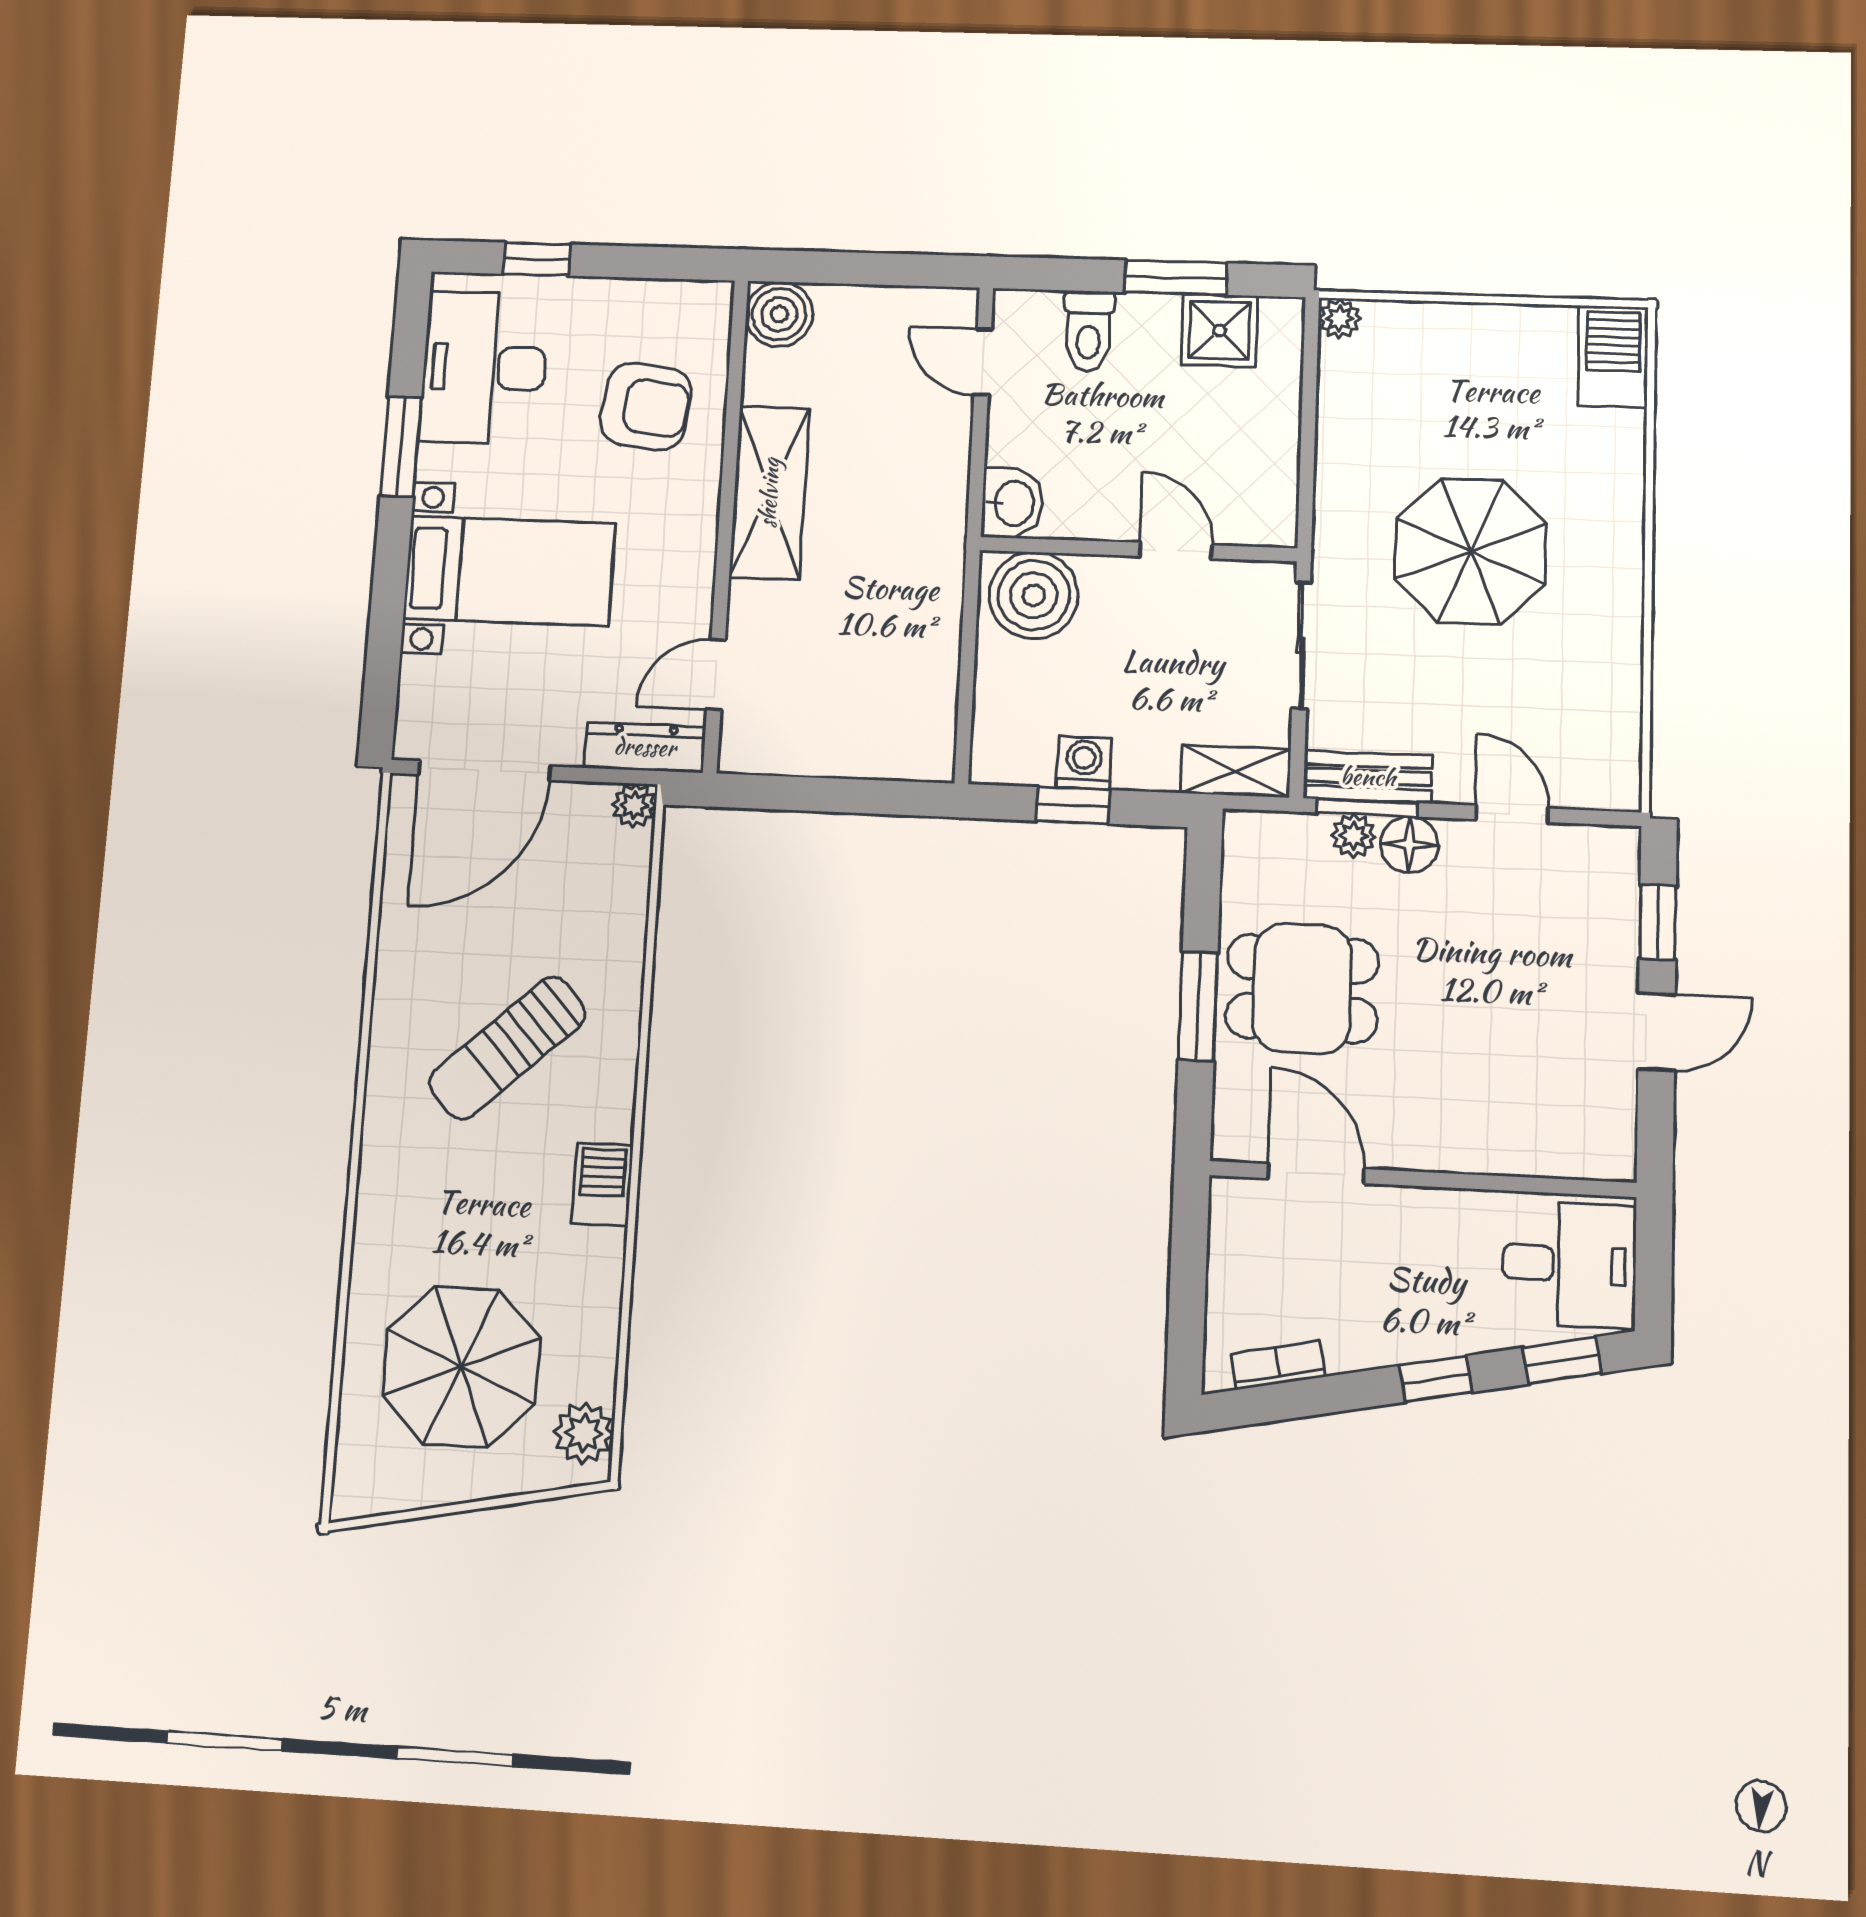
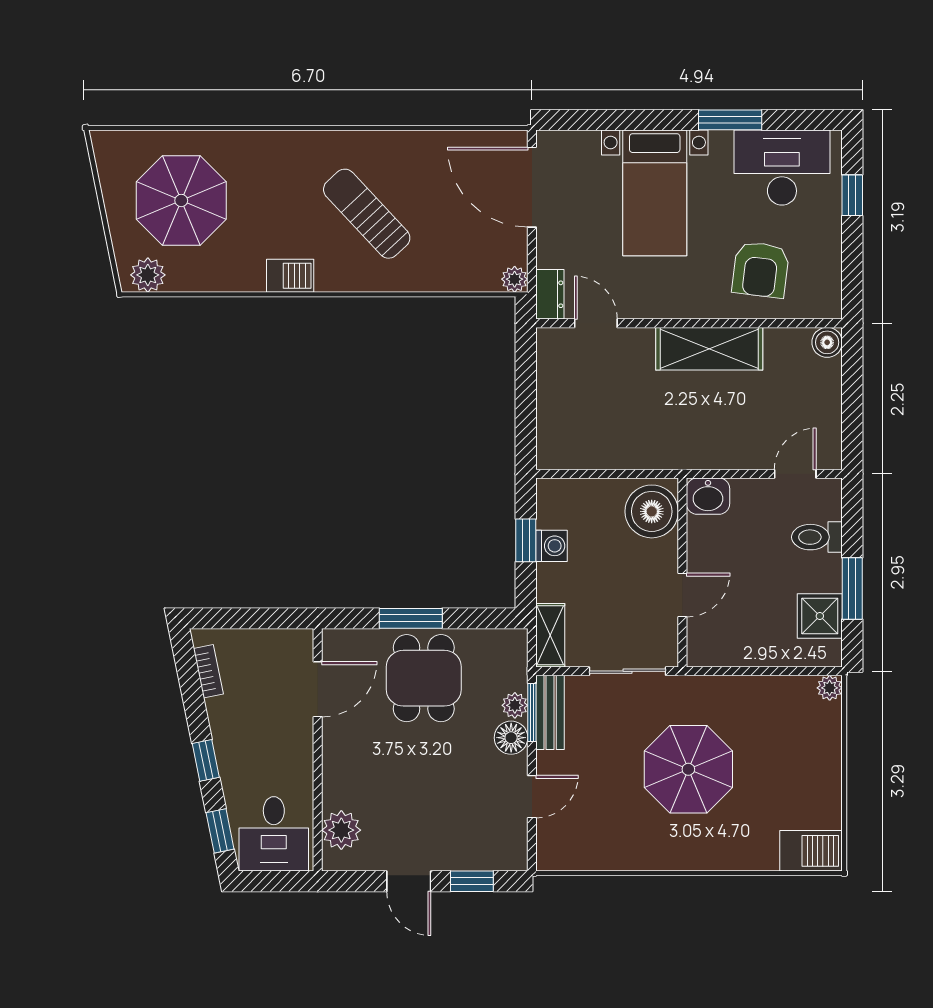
boiler: (779, 314) -> (827, 342), width x0.73, depth x0.73
dresser: (645, 747) -> (550, 294), width x0.70
plant: (1564, 1145) -> (341, 830), added

